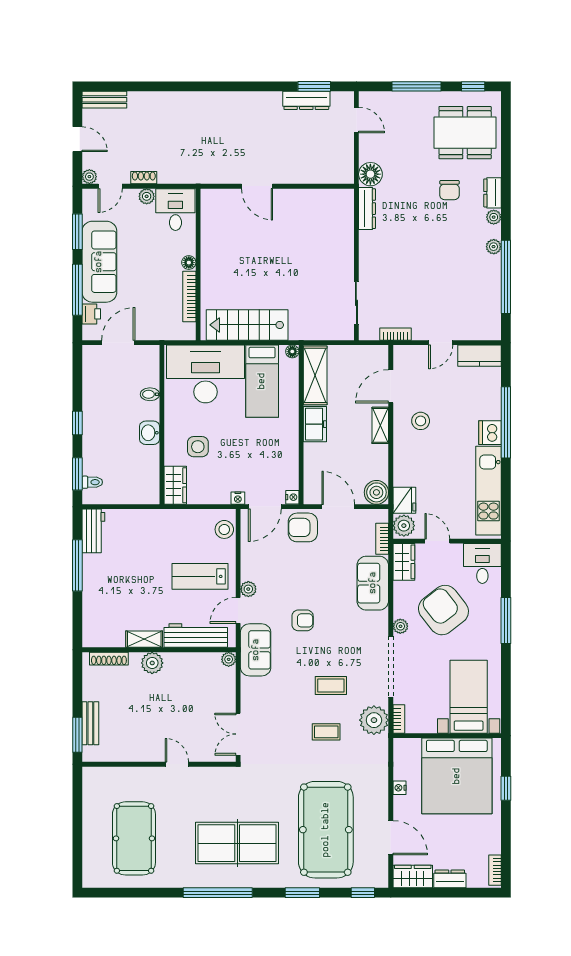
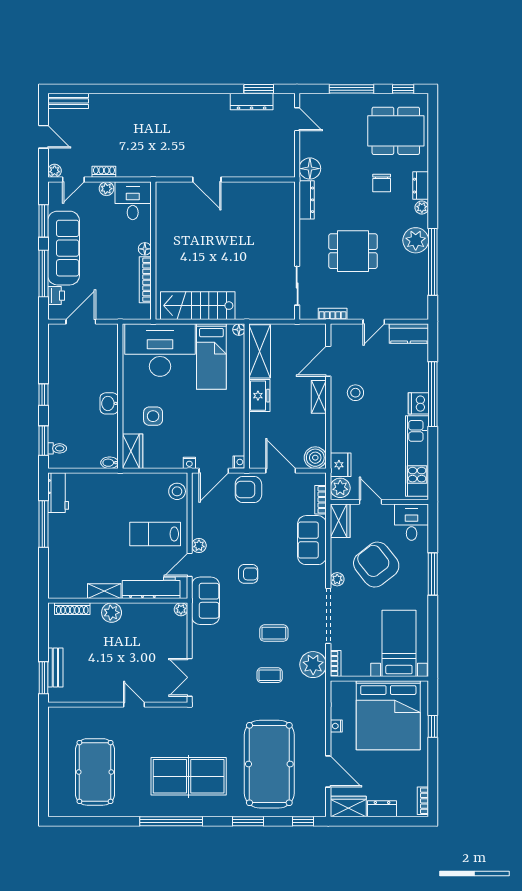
plant: (494, 247) -> (416, 240), width x1.87, depth x1.87
dining table: (418, 265) -> (353, 251), added
bidet: (150, 394) -> (110, 463), moved

